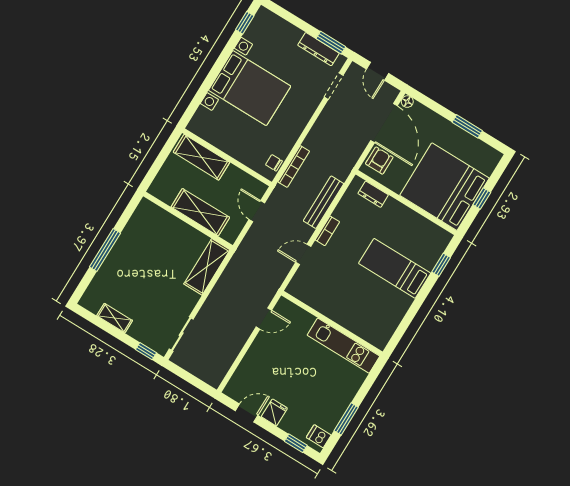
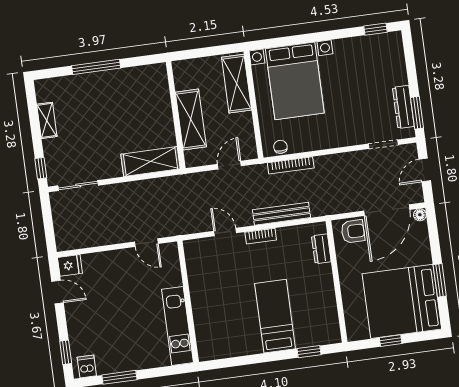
bed with nightstands: (250, 88) -> (295, 81), moved
bed: (444, 187) -> (402, 301), moved, turned -90
fridge: (274, 412) -> (70, 265), moved

